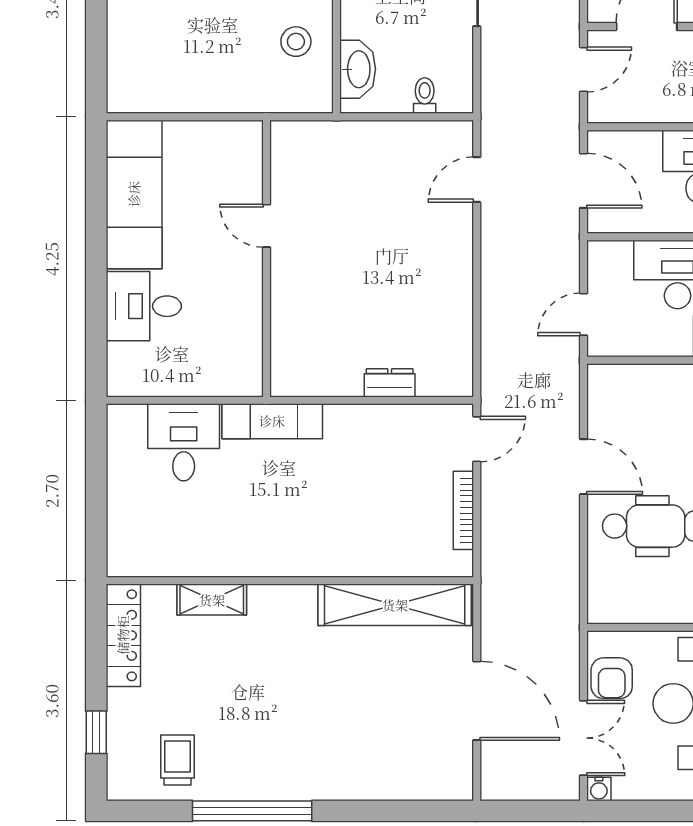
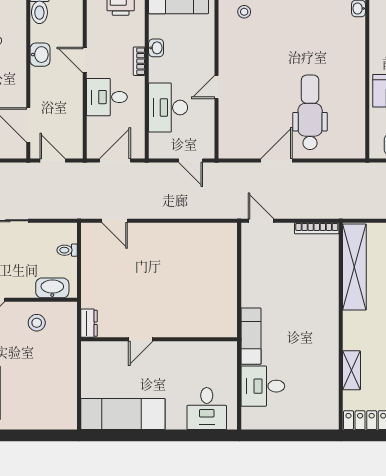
desk: (144, 306) -> (207, 409), moved
dresser: (390, 383) -> (89, 323), moved, turned 180
bookcase: (463, 510) -> (317, 228), moved

